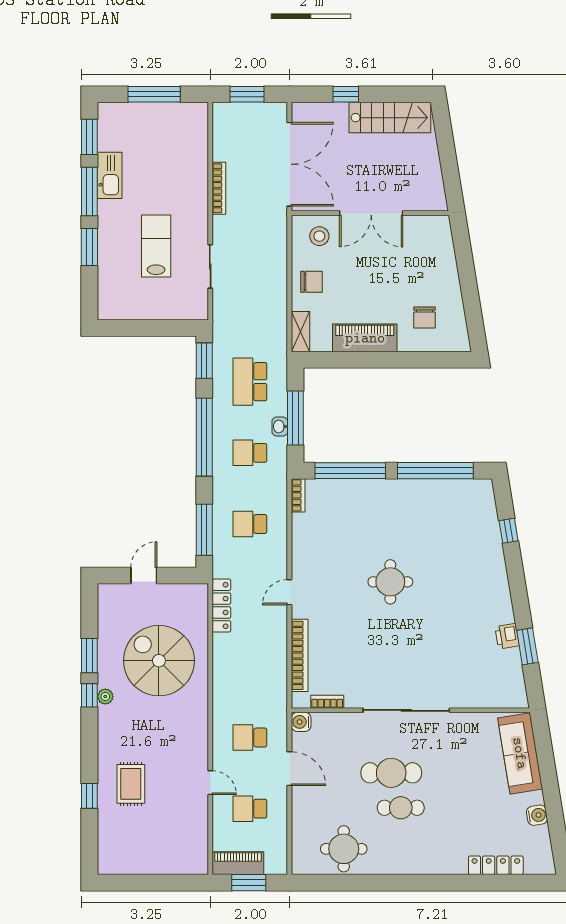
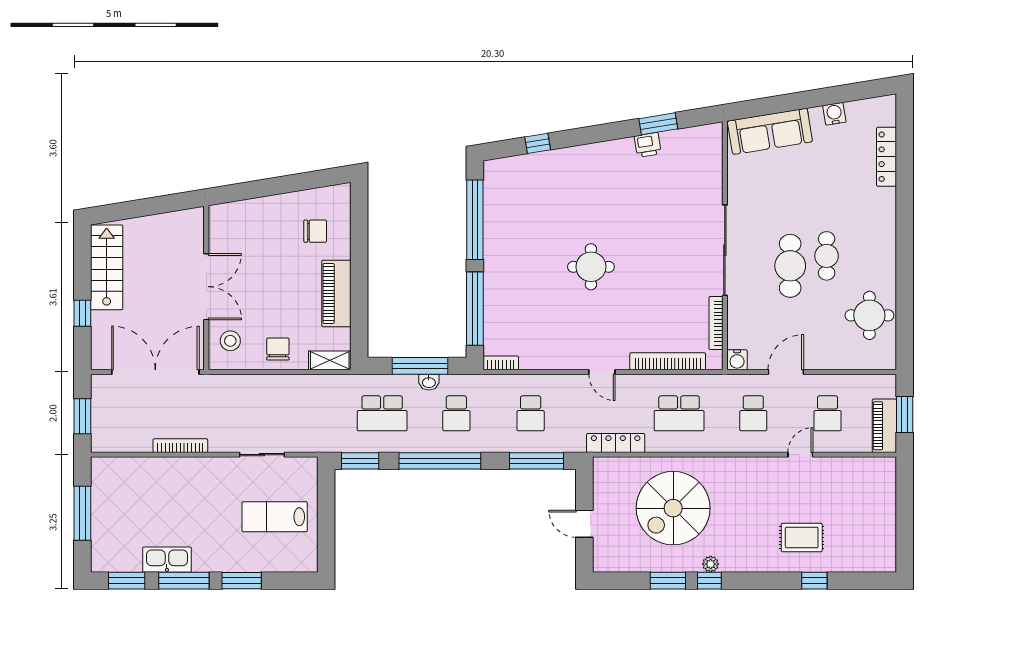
lab bench: (156, 246) -> (275, 517), moved
school desk: (250, 666) -> (679, 413), added
bookcase: (327, 702) -> (716, 323), width x1.56

